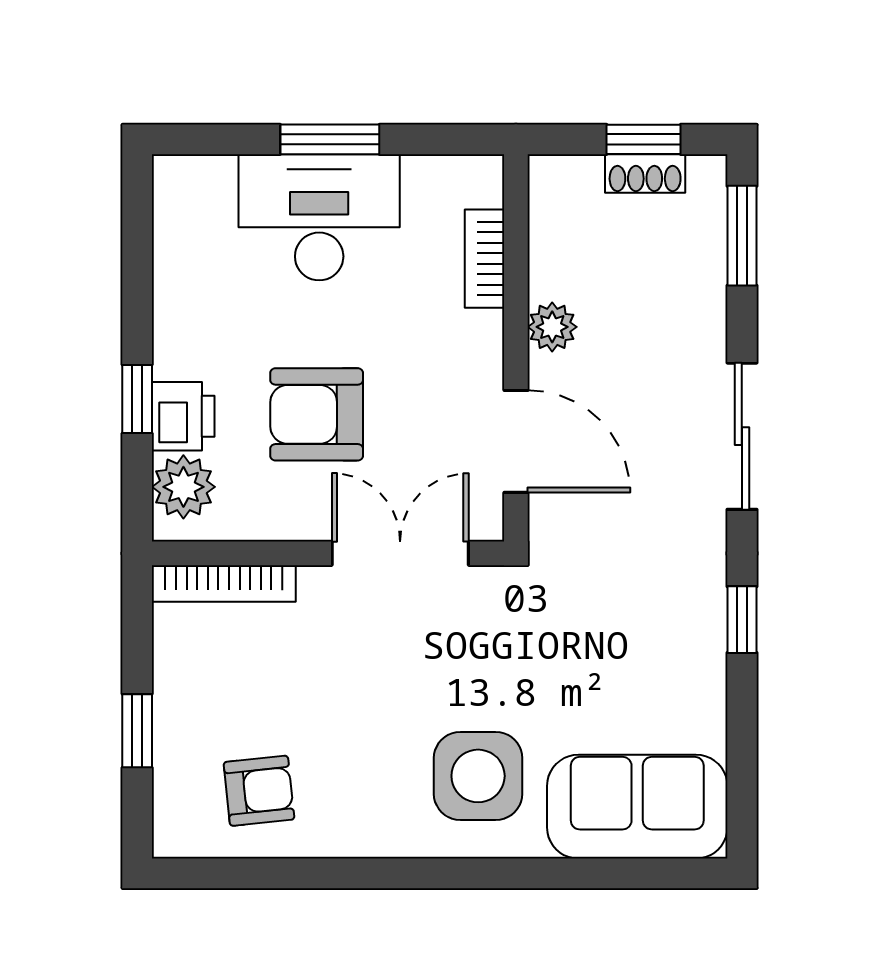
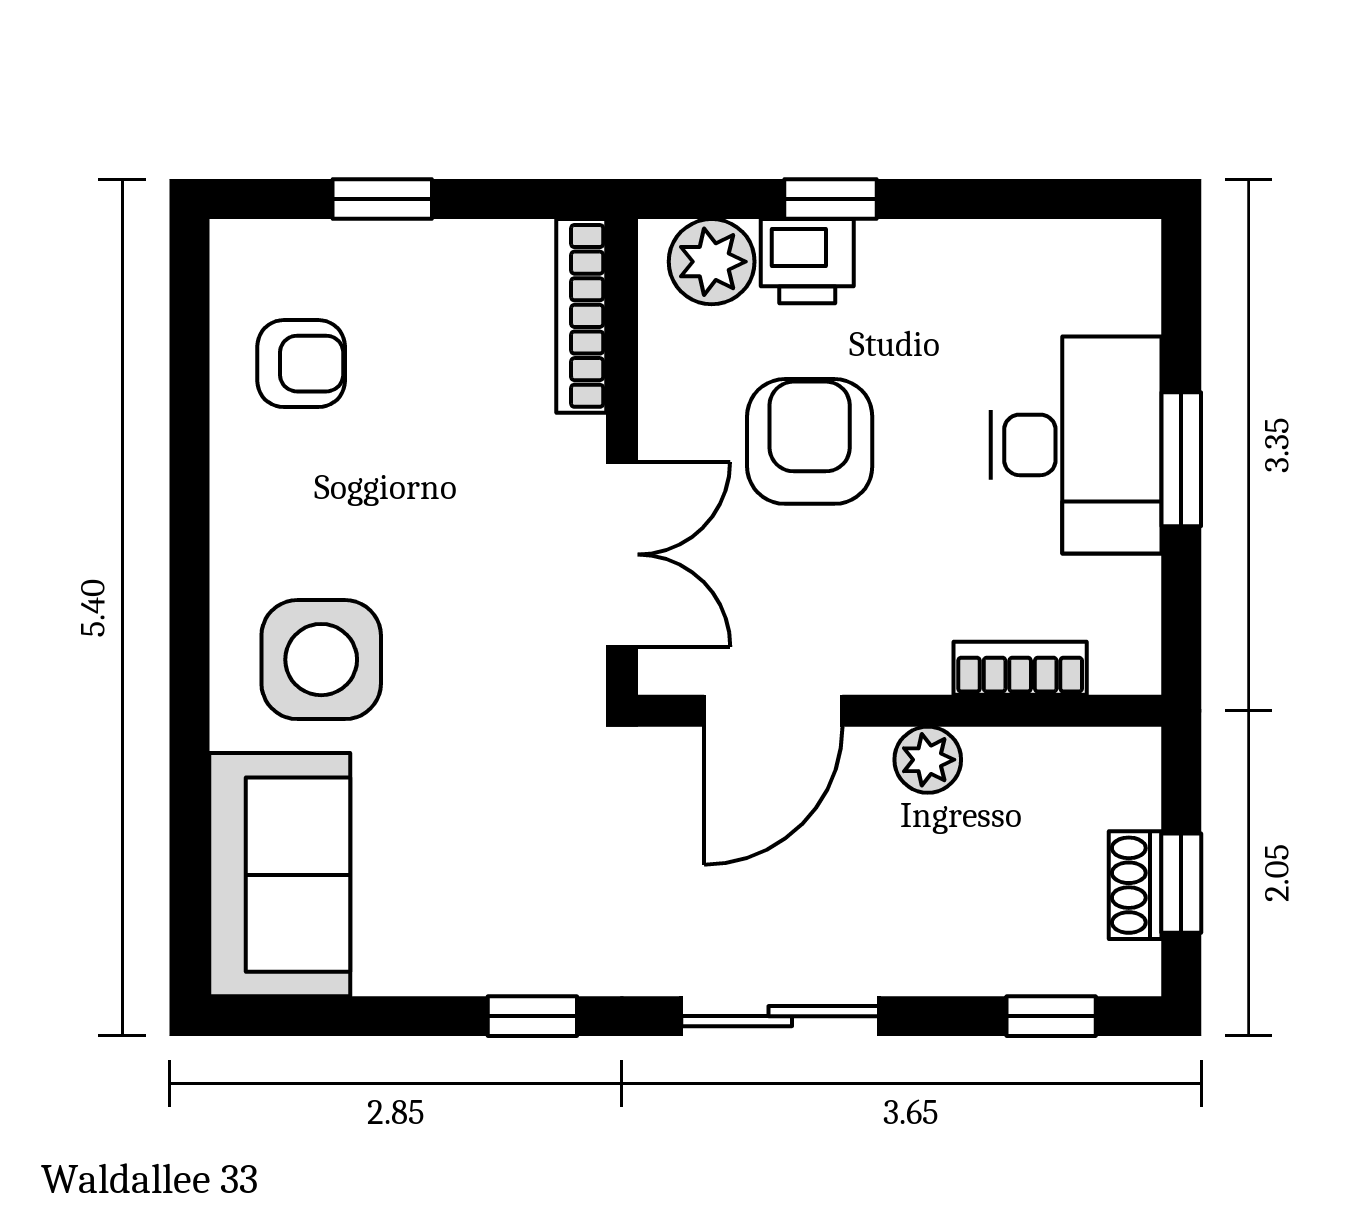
window: (742, 236) -> (1051, 1016), width x0.67
armchair: (259, 791) -> (301, 364), turned -84

